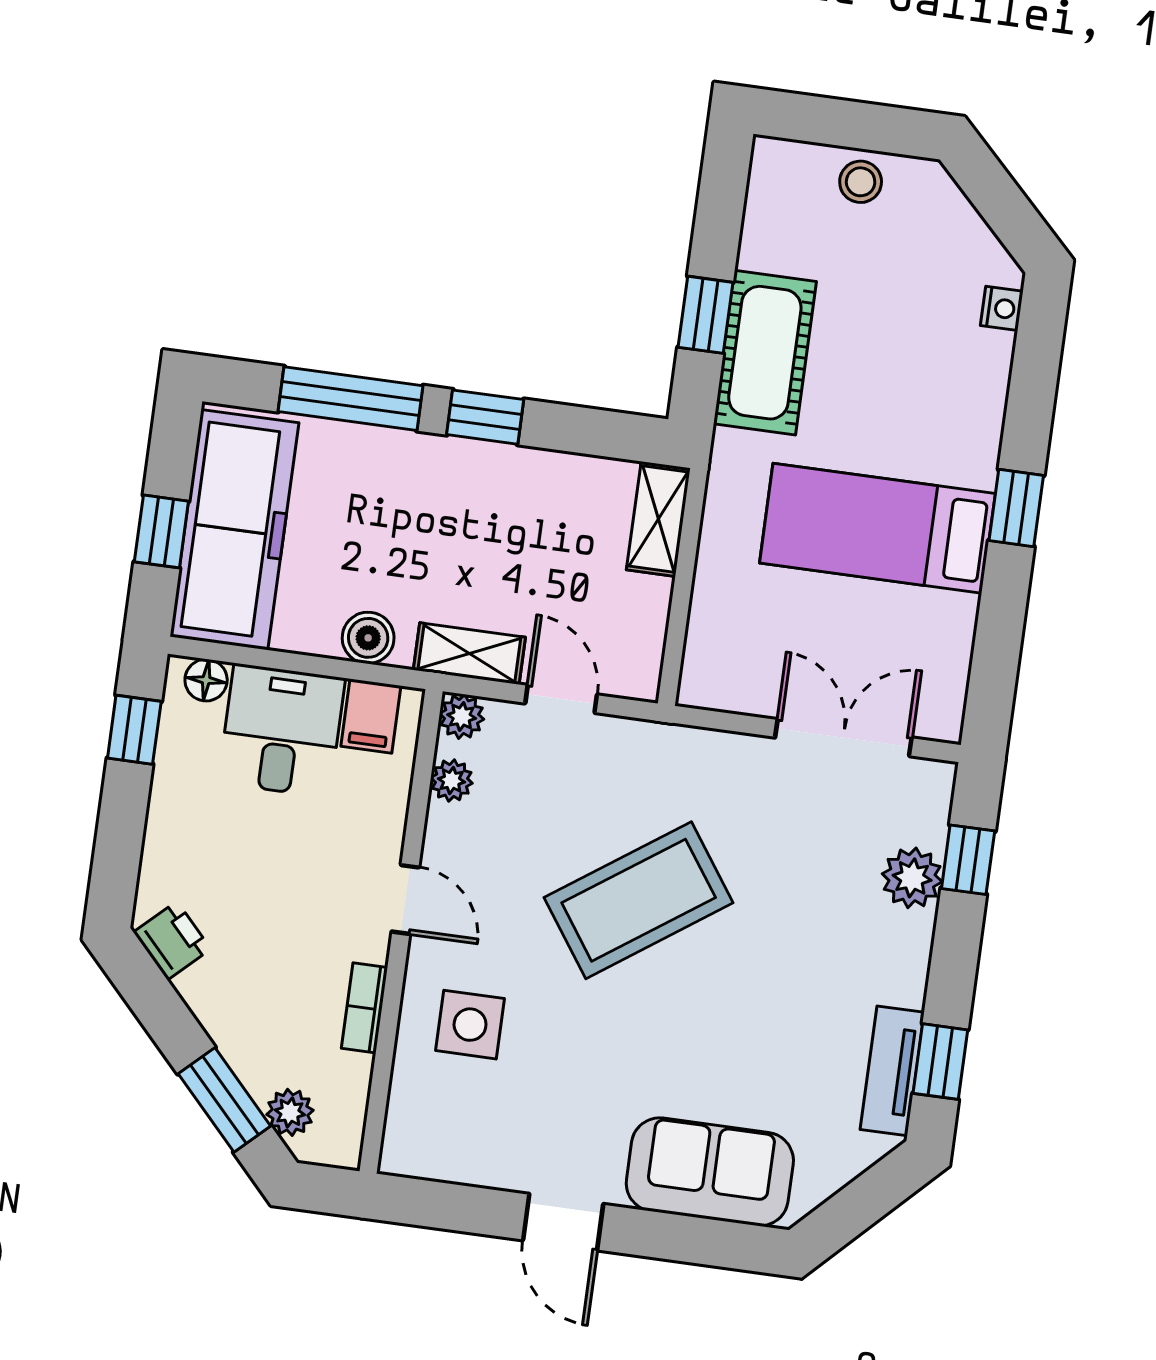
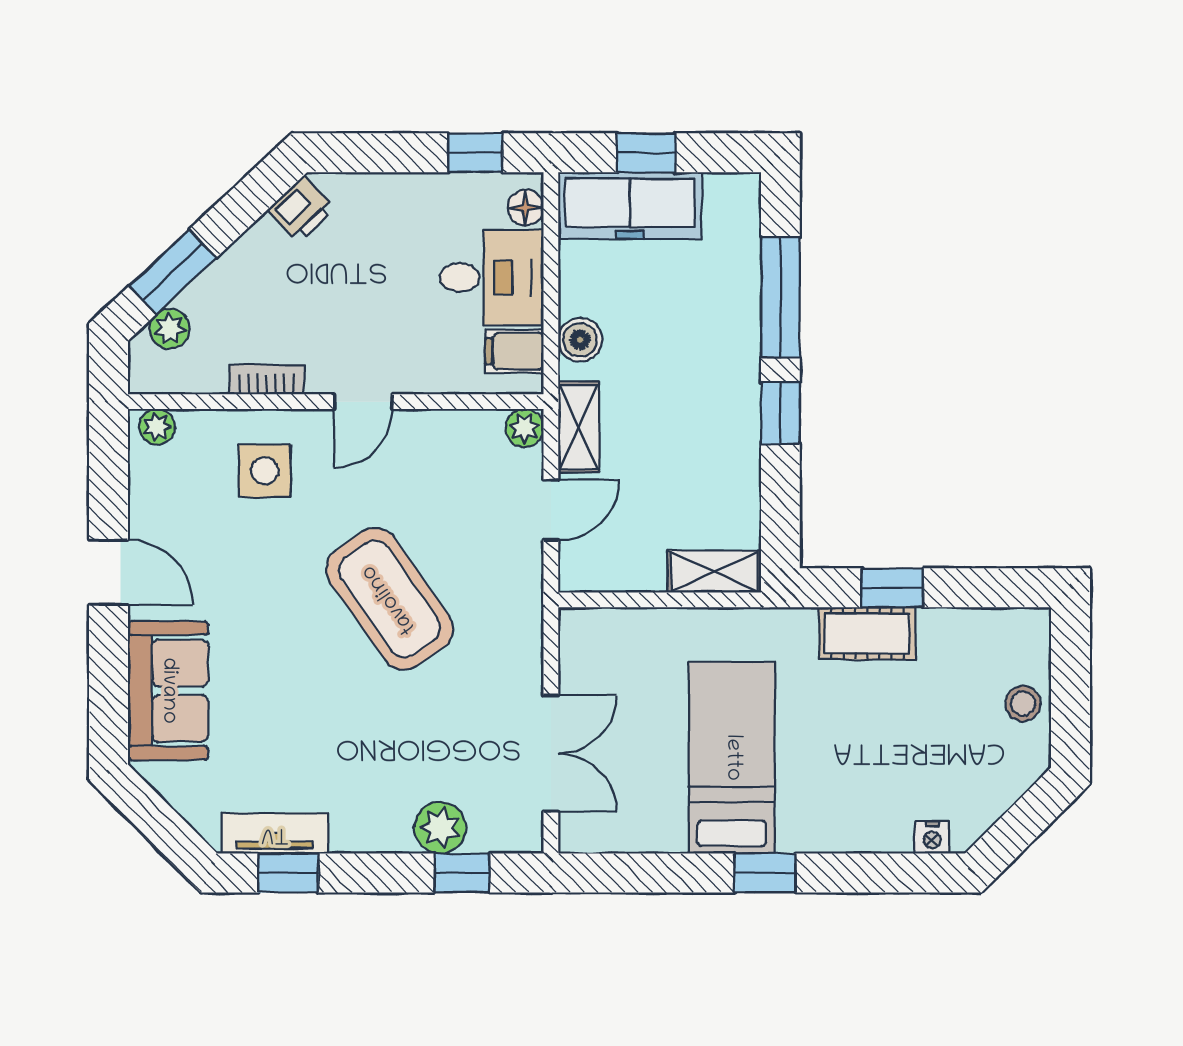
cot: (765, 353) -> (867, 633), width x0.73, depth x0.75
freezer: (234, 530) -> (630, 205), width x0.73, depth x0.79
plant: (452, 780) -> (157, 427), moved
door: (563, 1222) -> (109, 572), swing flipped

